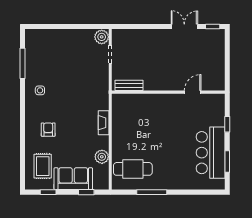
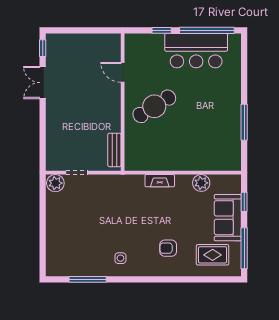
window: (227, 161) -> (207, 30), width x2.11
cafe table: (133, 169) -> (154, 106), moved, turned 58
window: (48, 192) -> (244, 248), width x2.17

